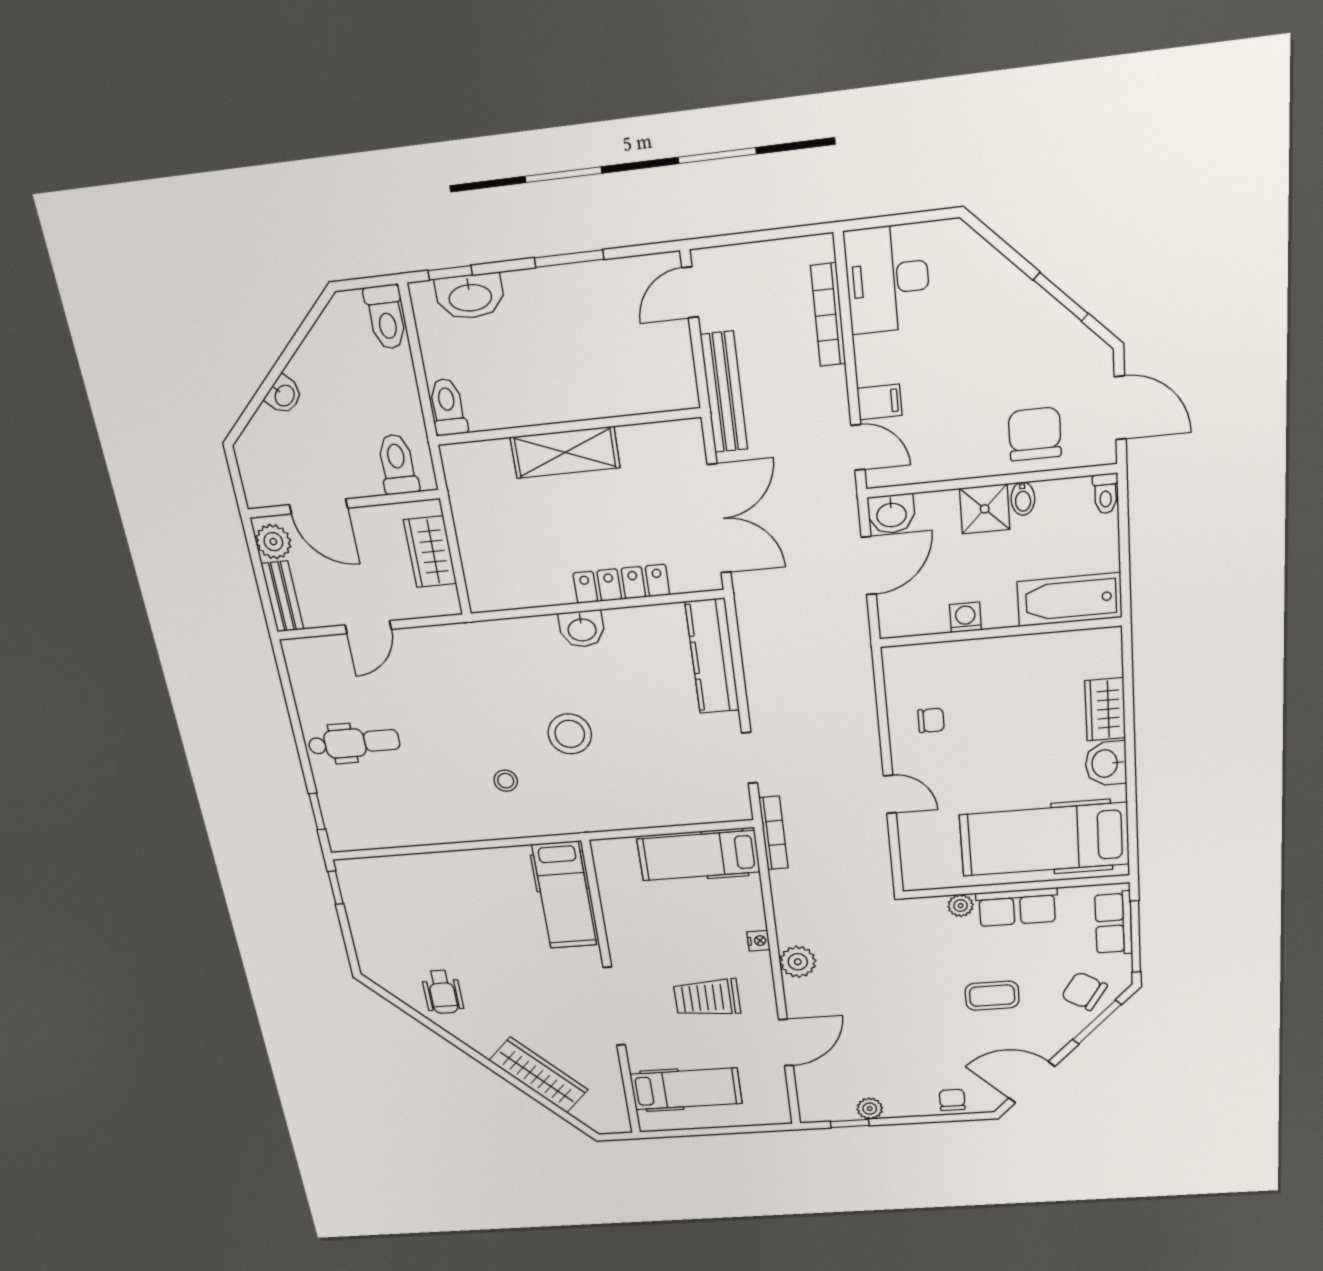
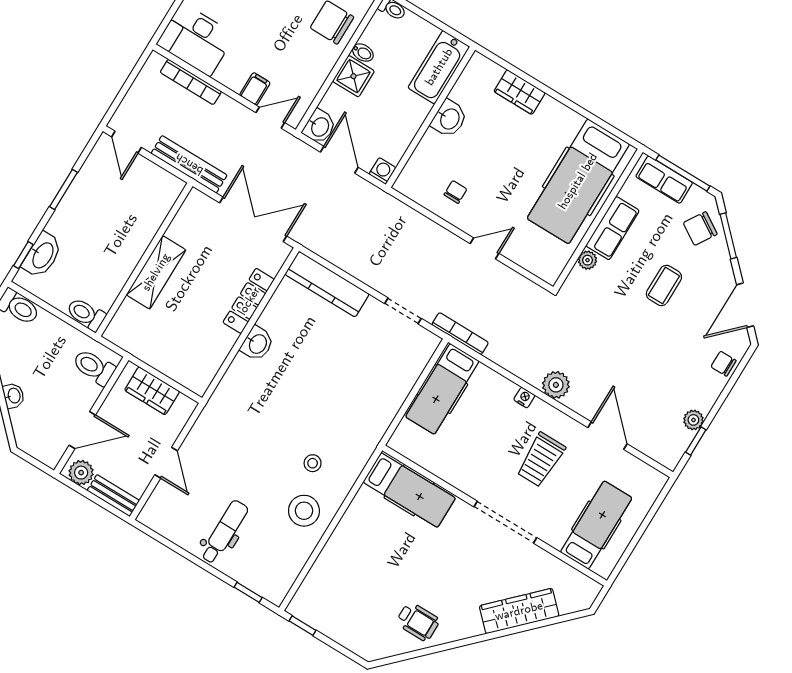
washing machine: (965, 617) -> (382, 171), moved, turned 90
stool: (570, 734) -> (304, 511), moved
washbasin: (1106, 763) -> (449, 119), moved, turned -90

